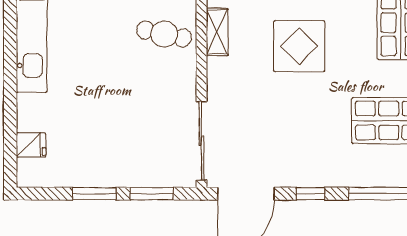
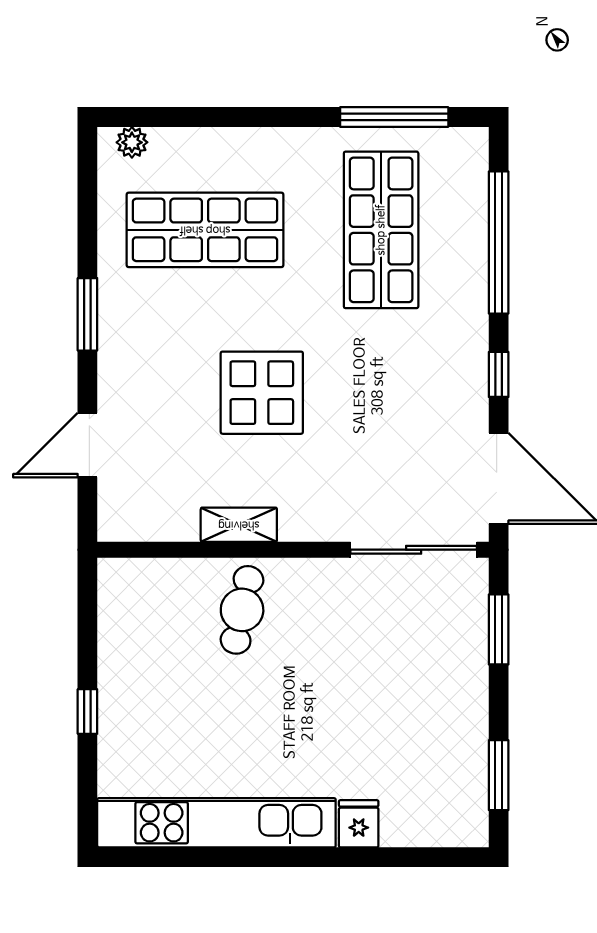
fridge: (31, 145) -> (359, 824), moved
window: (94, 194) -> (499, 775), moved

